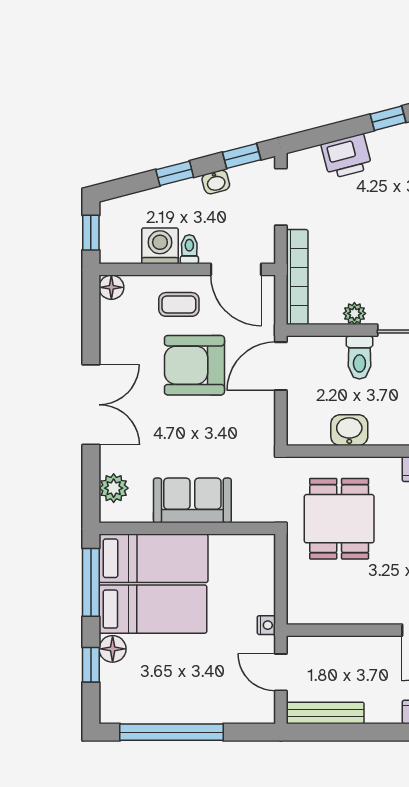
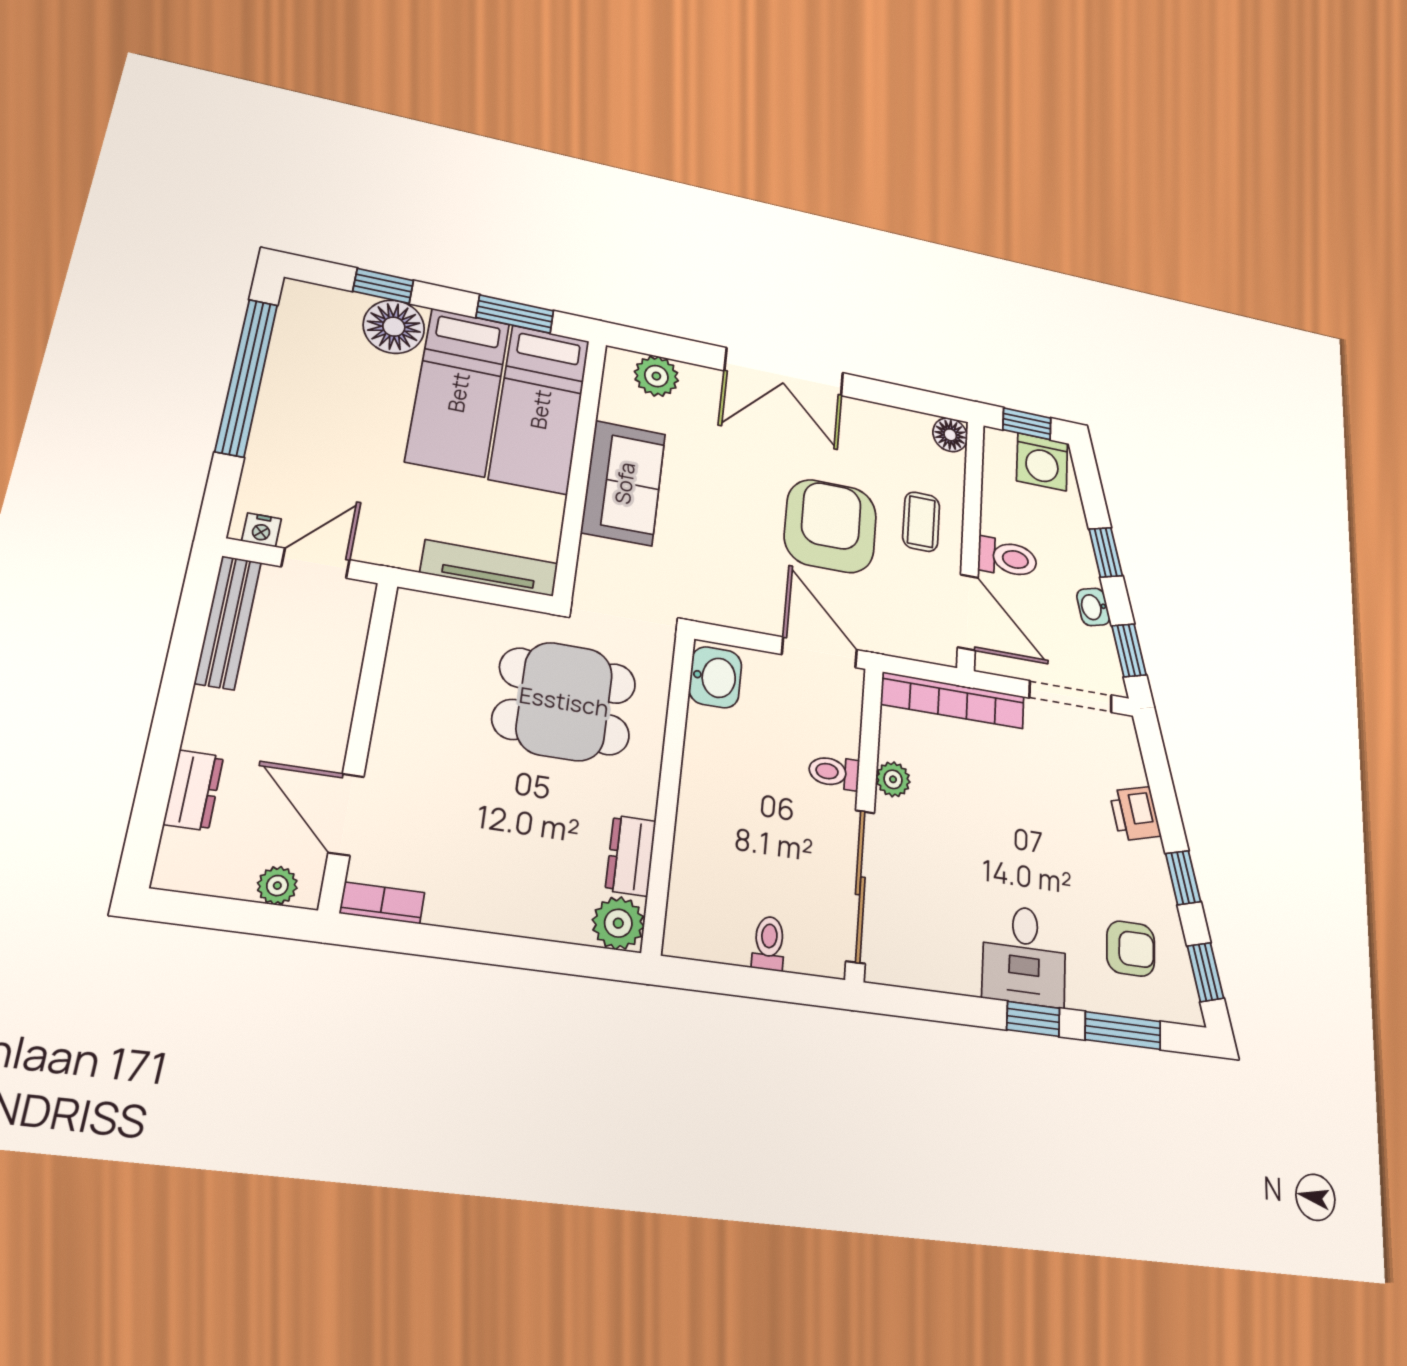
printer: (347, 156) -> (1135, 814), width x0.73, depth x0.81
washing machine: (160, 246) -> (1042, 462), moved, turned 90
toilet: (189, 249) -> (1007, 558), width x1.37, depth x1.39
door: (236, 269) -> (968, 612), swing flipped
toilet: (359, 357) -> (834, 772), width x0.73, depth x0.72
washbasin: (349, 430) -> (715, 677), moved
tv unit: (265, 574) -> (489, 568), added
window: (91, 582) -> (515, 314), width x0.69
nightstand: (266, 625) -> (261, 530), moved
floor lamp: (113, 649) -> (394, 327), width x1.38, depth x1.38

